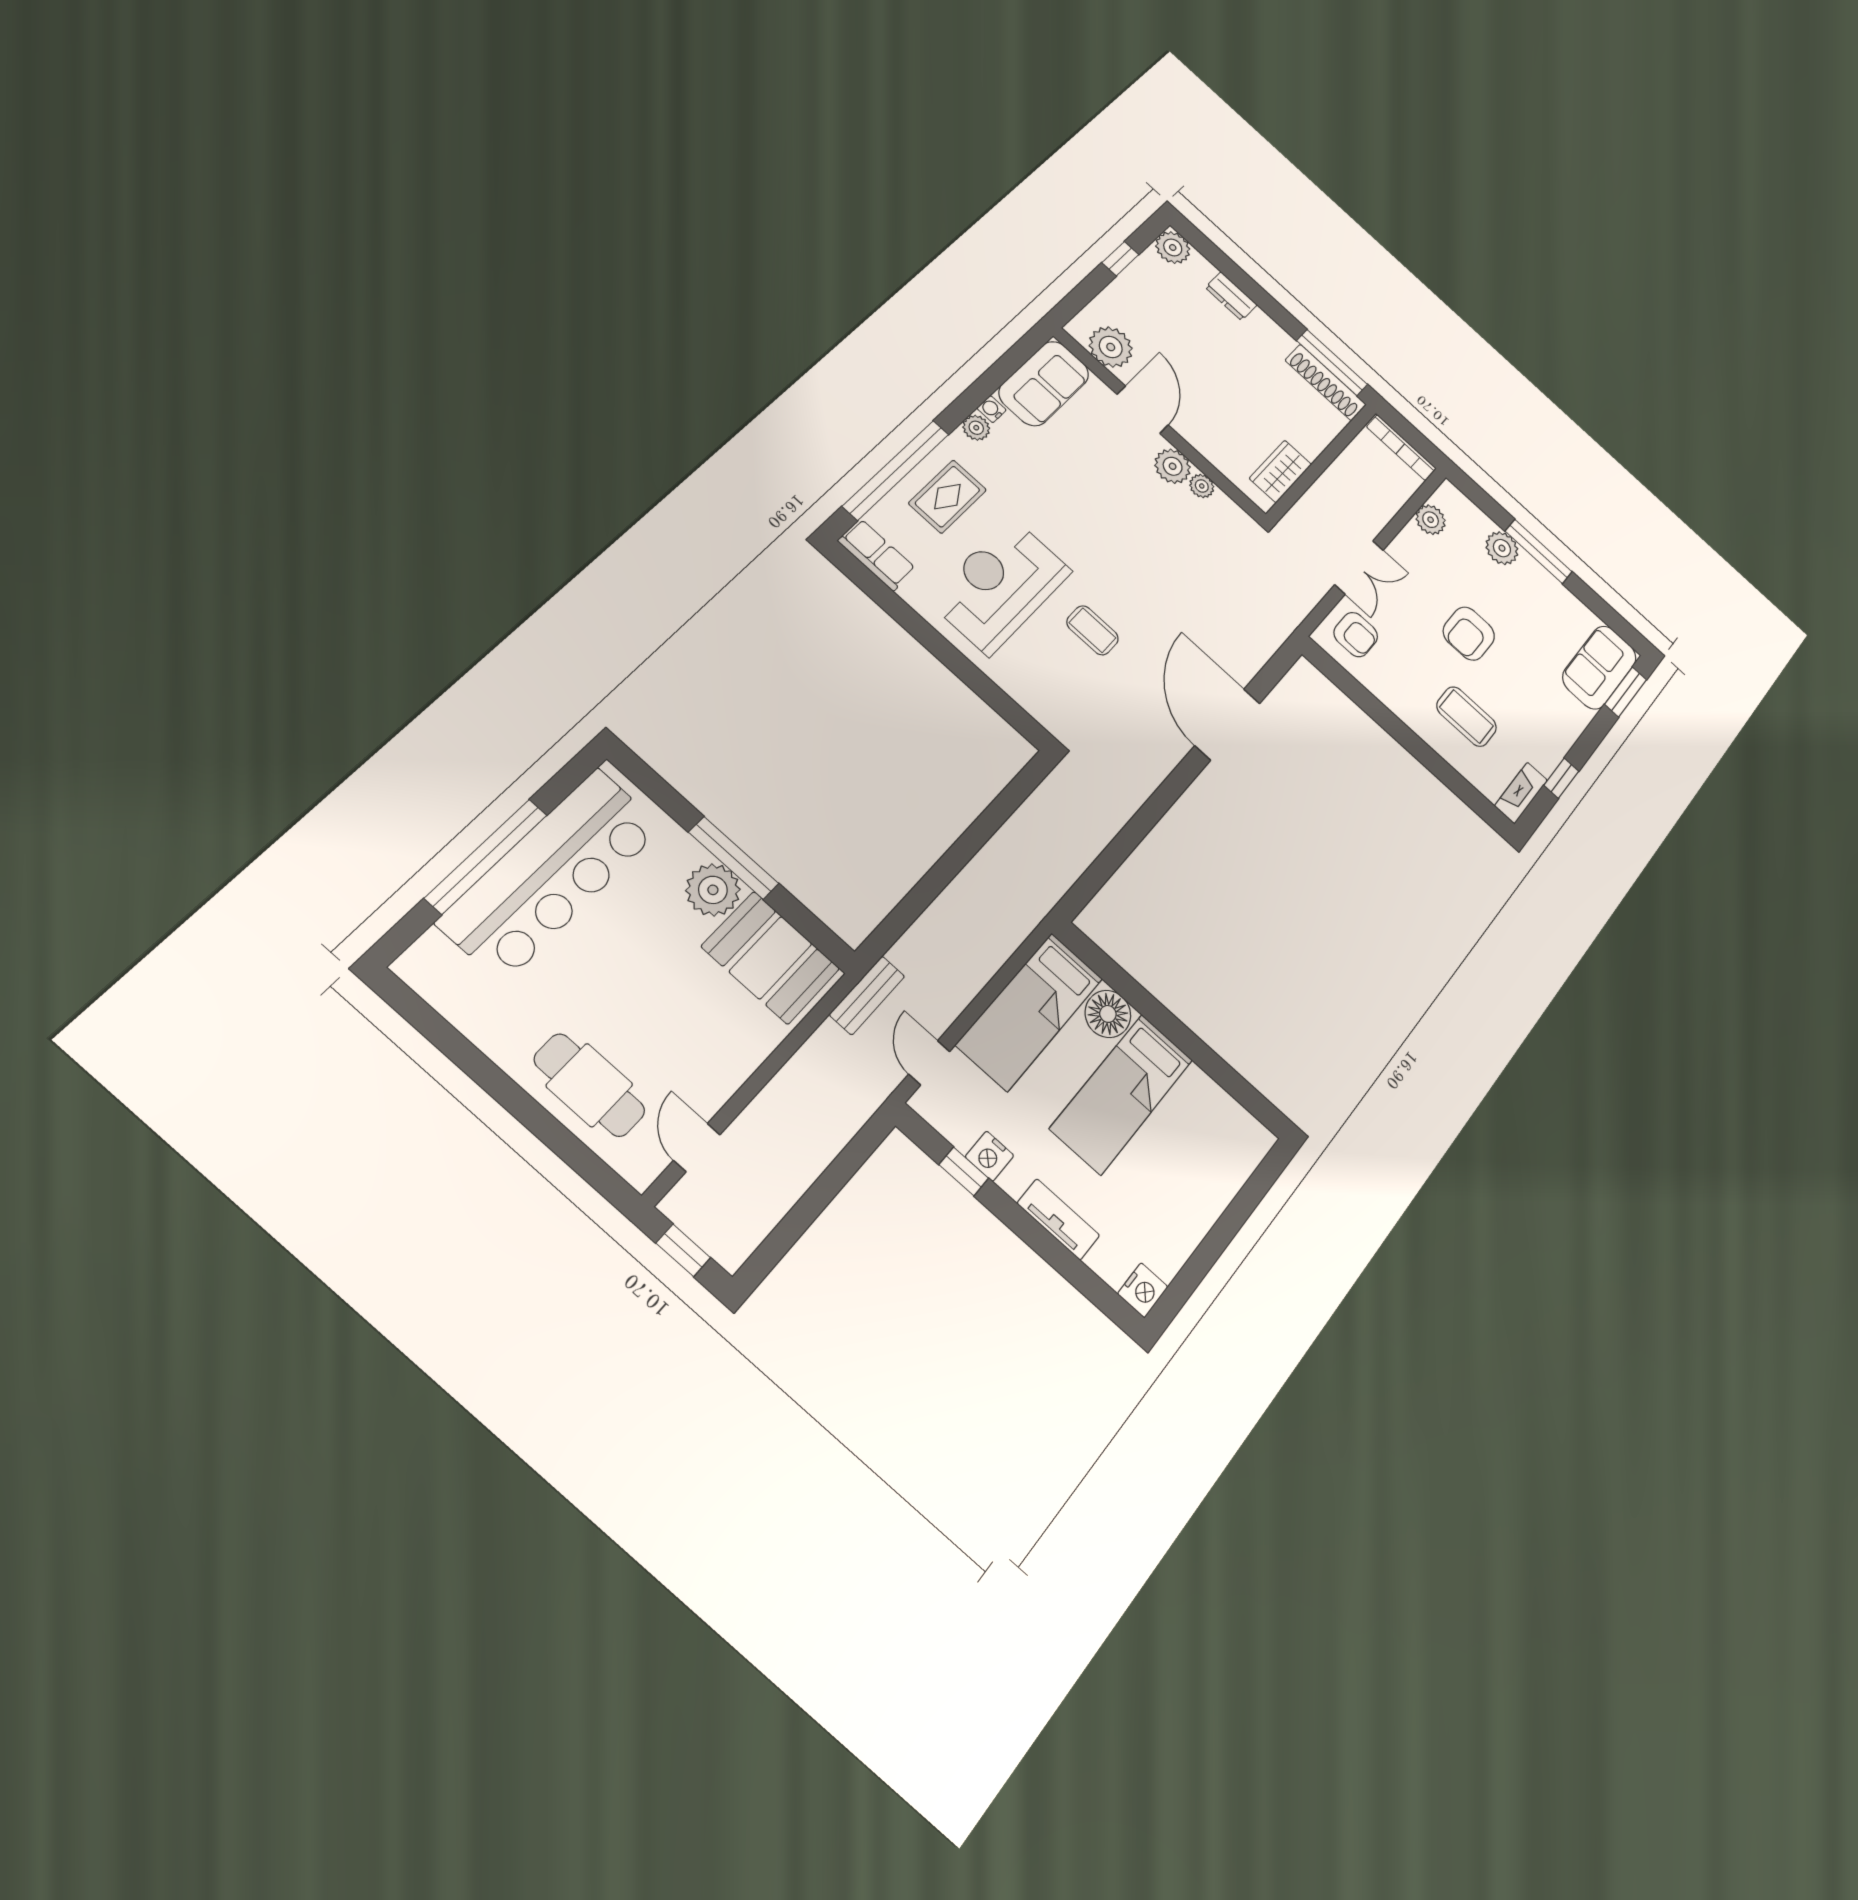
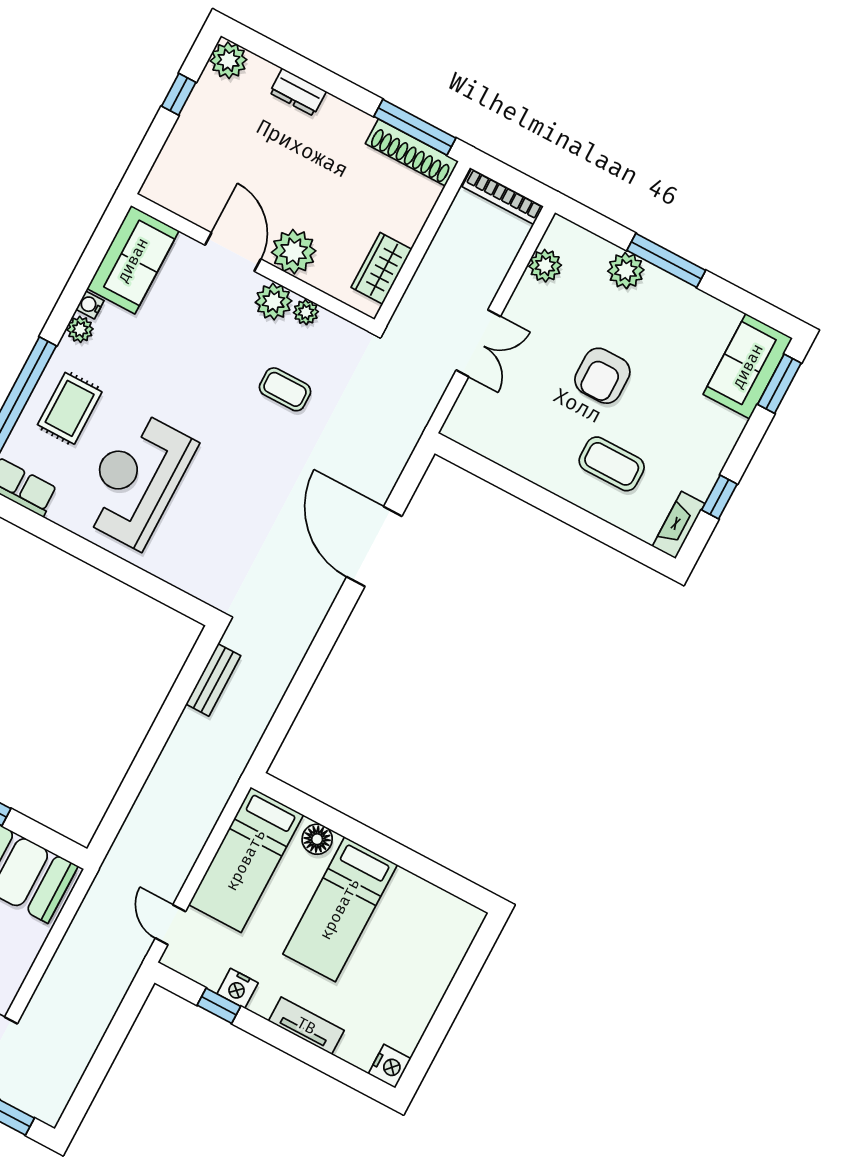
plant: (1111, 347) -> (294, 252), moved
coffee table: (1092, 630) -> (285, 389), moved
armchair: (1356, 635) -> (486, 415), removed
bench: (867, 995) -> (213, 680), moved
floor lamp: (1108, 1014) -> (317, 839), width x0.73, depth x0.73

